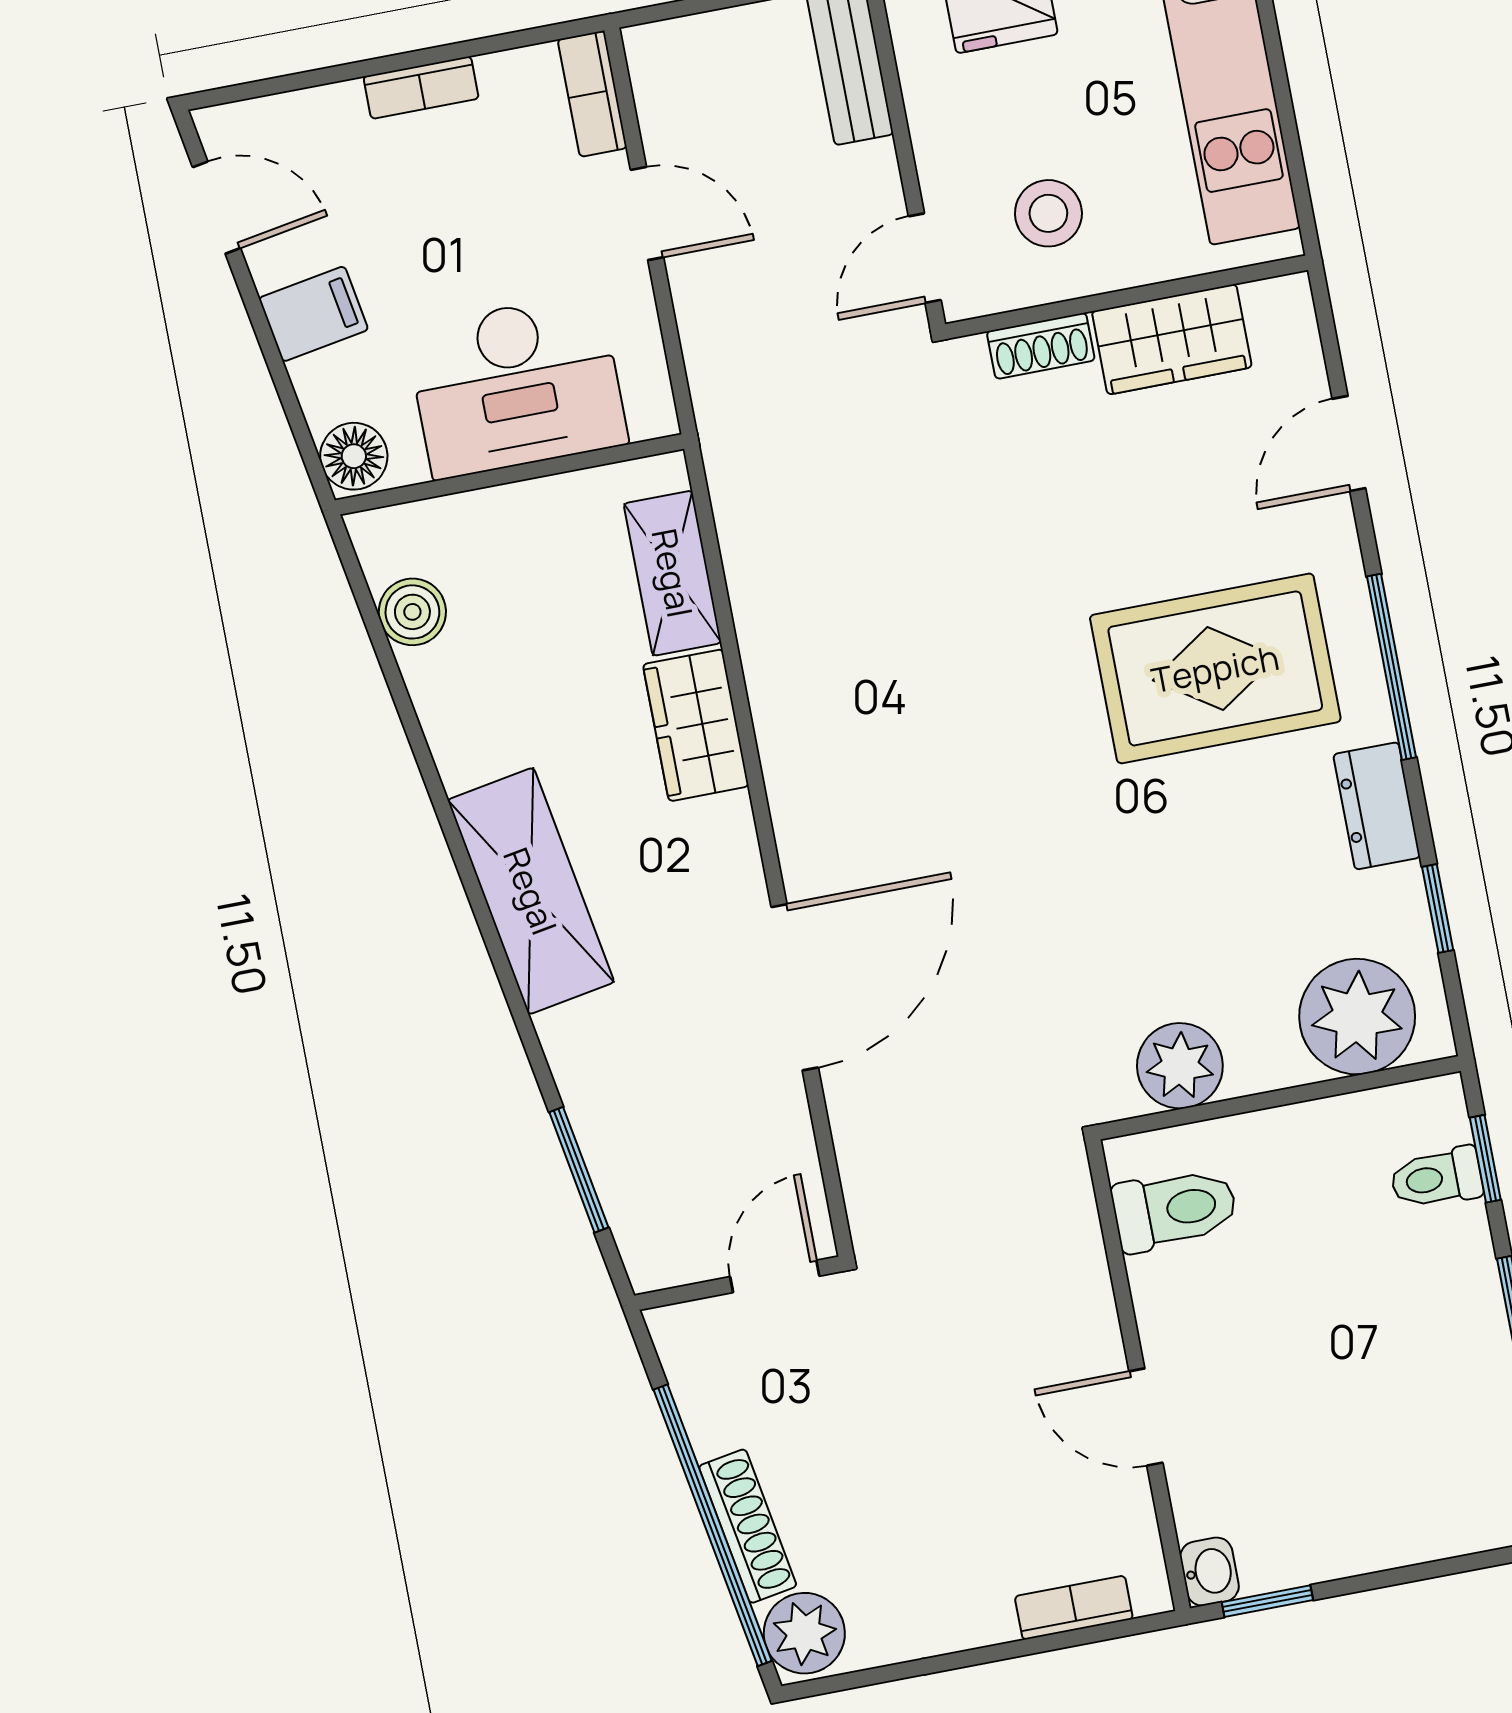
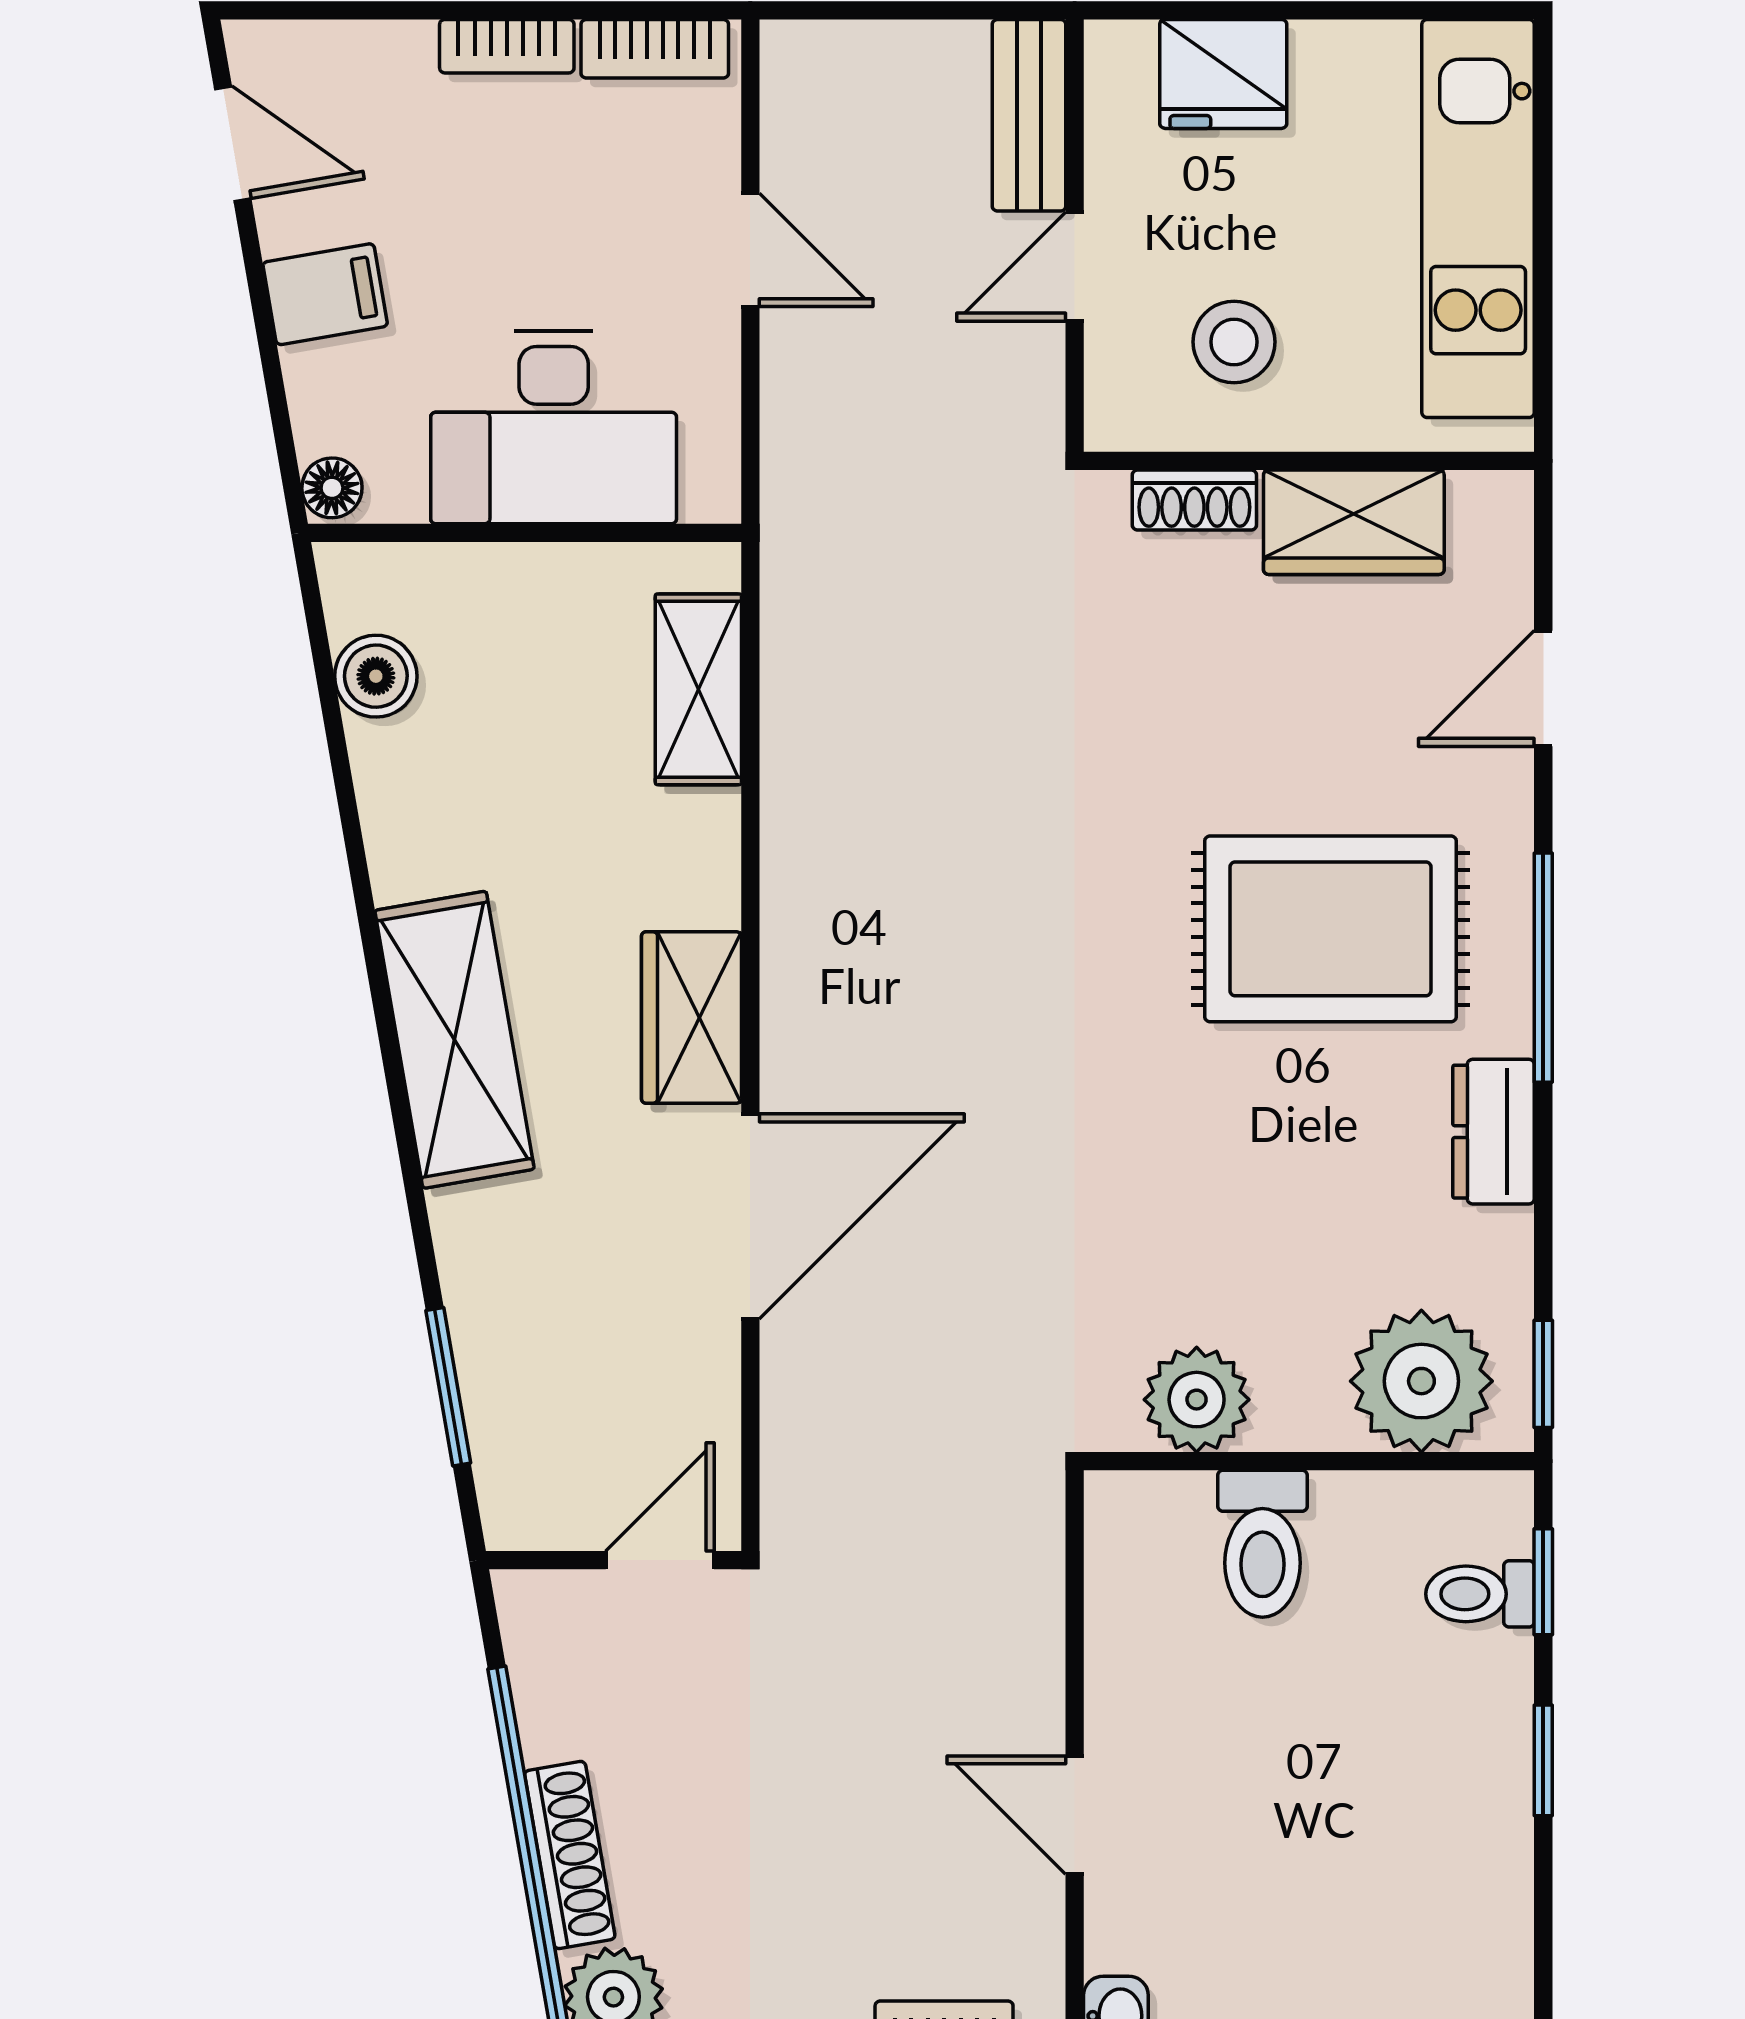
bookcase: (592, 94) -> (655, 49), moved, turned -90
door: (925, 258) -> (1075, 267), moved
floor lamp: (354, 456) -> (332, 488), width x0.73, depth x0.73
wardrobe: (696, 725) -> (691, 1018), moved
window: (1438, 909) -> (1543, 1374), moved
toilet: (1175, 1209) -> (1262, 1544), moved, turned 90

